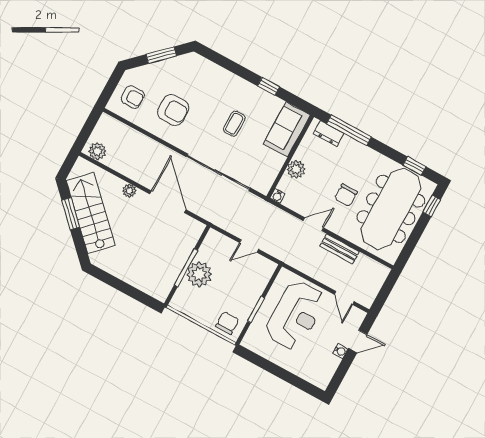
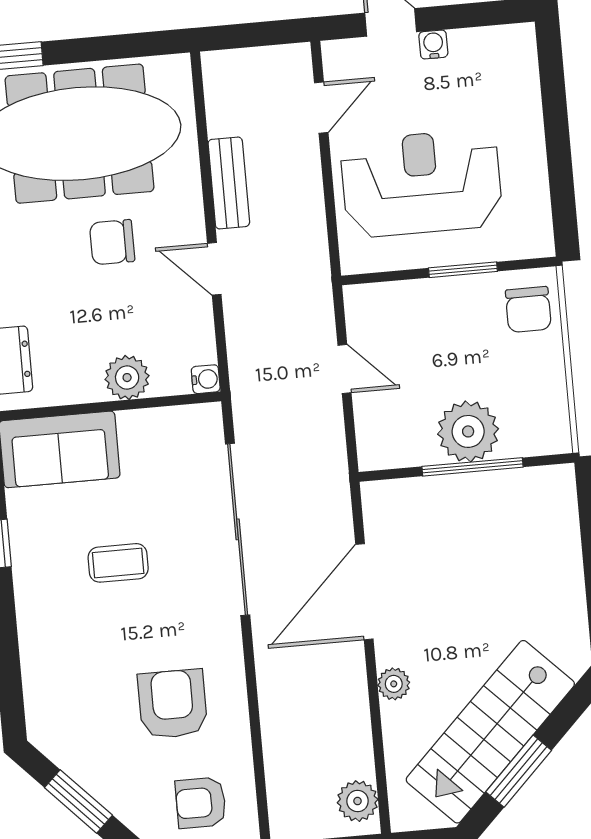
armchair: (133, 97) -> (201, 803), turned -90
chair: (346, 195) -> (112, 242), turned 180
chair: (227, 323) -> (528, 309), turned -90

